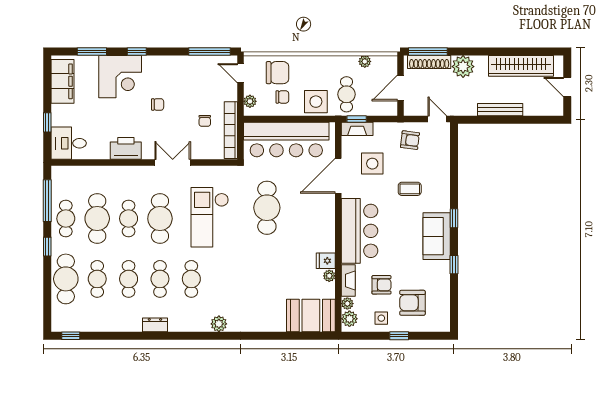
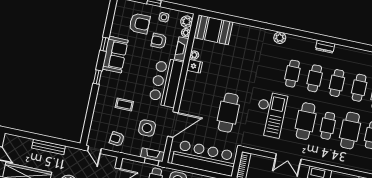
sofa: (437, 236) -> (115, 55), moved

